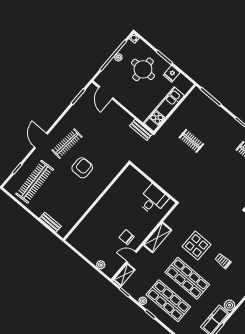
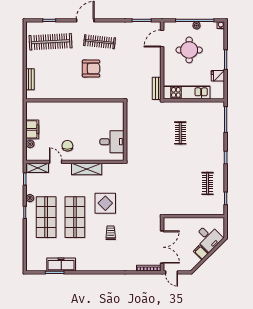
round table: (143, 69) -> (189, 50), moved
filing cabinet: (91, 254) -> (32, 129), added
plant: (230, 305) -> (82, 266), removed

